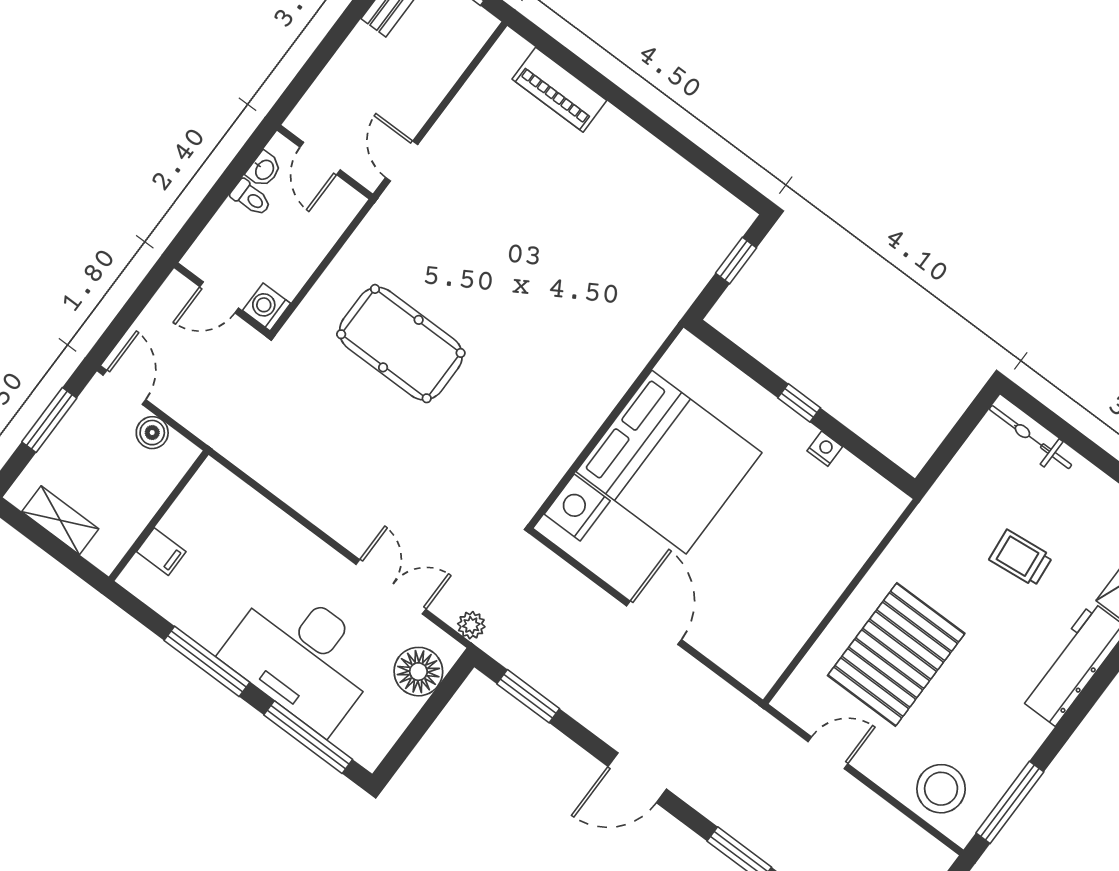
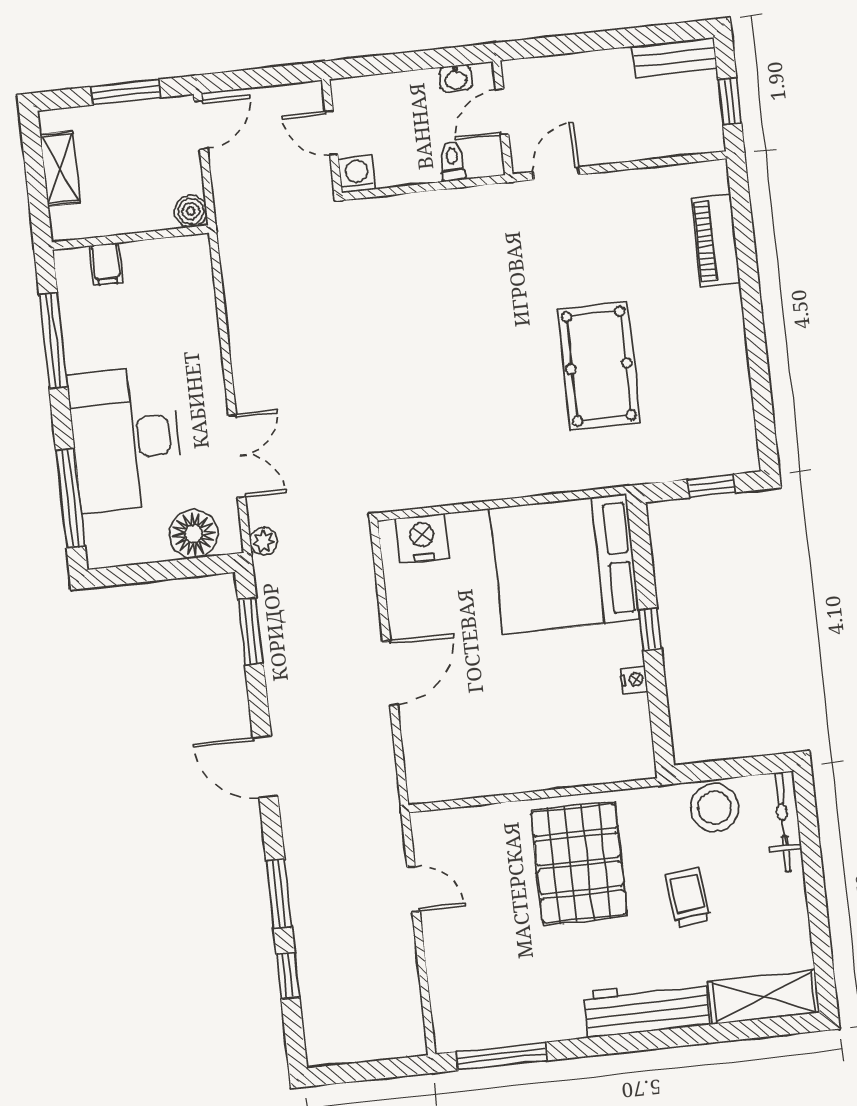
toilet: (251, 198) -> (452, 161), moved, turned 180
pool table: (401, 344) -> (599, 366), moved
boiler: (152, 433) -> (191, 211), moved
bed: (669, 462) -> (565, 564), moved, turned 90
pallet: (896, 655) -> (579, 863), moved, turned 90
window: (207, 661) -> (53, 341), moved
stool: (941, 789) -> (715, 808), moved

